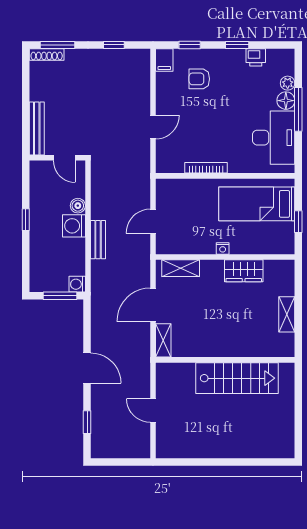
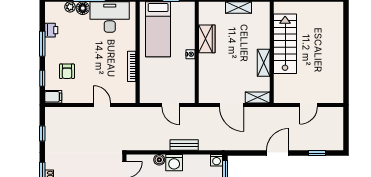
window: (237, 45) -> (42, 44), width x1.50
shelving: (181, 268) -> (264, 63), moved

